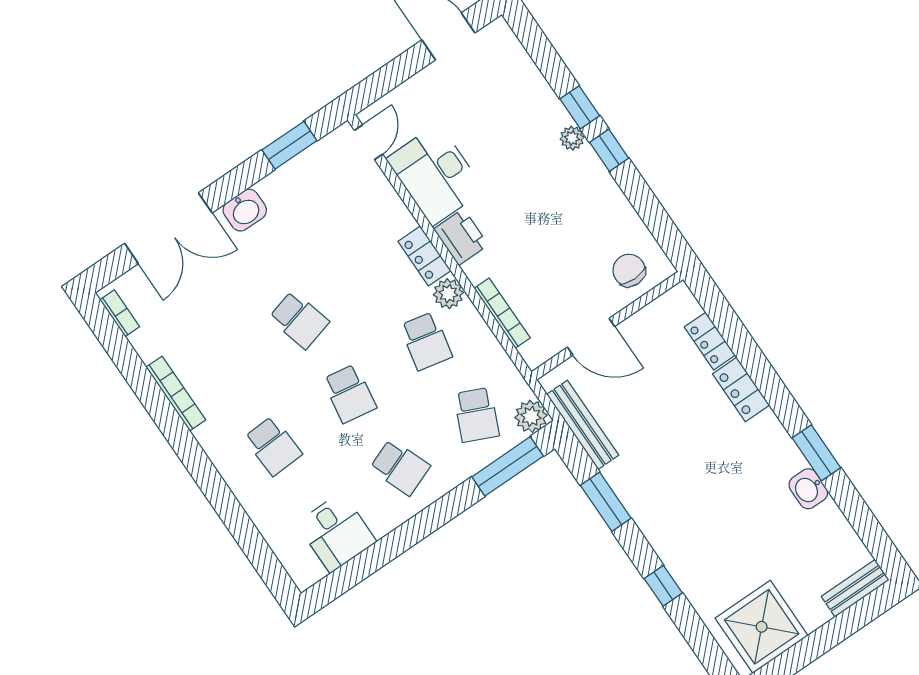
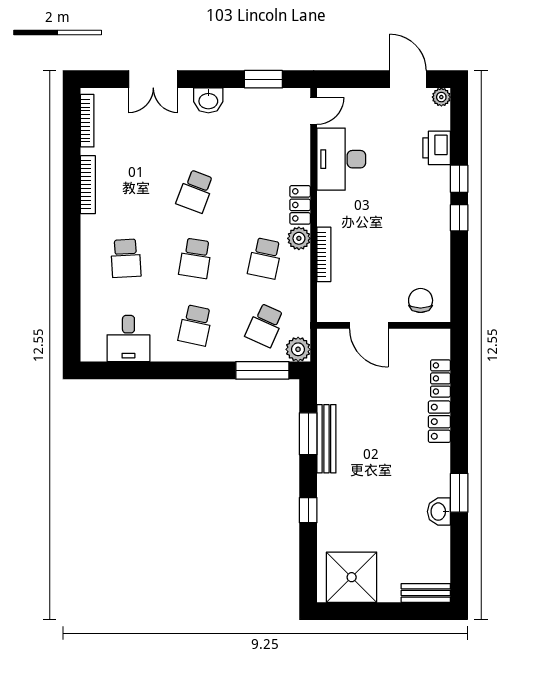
plant: (572, 138) -> (441, 97), moved
double door: (168, 228) -> (153, 79), width x0.73
printer: (461, 237) -> (437, 148), moved, turned 180
bookcase: (120, 313) -> (87, 121), width x1.56
bookcase: (502, 313) -> (324, 254), moved
school desk: (299, 320) -> (195, 191), turned 36
bench: (583, 425) -> (326, 439), moved
school desk: (400, 467) -> (195, 325), turned 33

